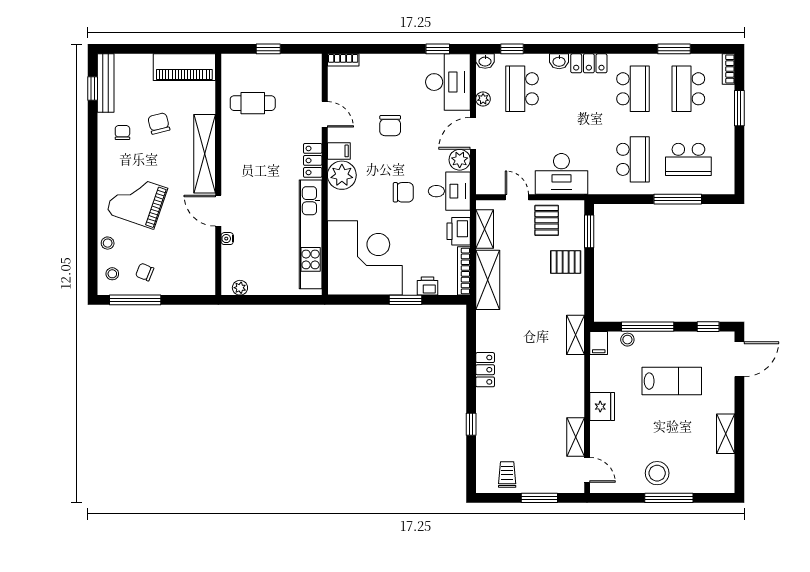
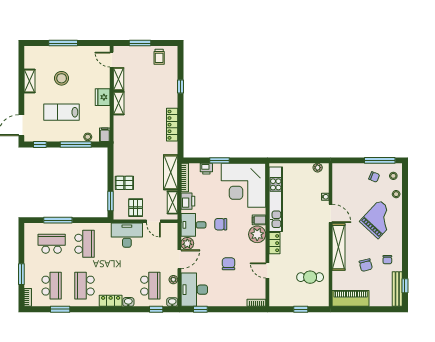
filing cabinet: (339, 151) -> (259, 220), moved
school desk: (633, 159) -> (85, 244), turned 180
grand piano: (137, 201) -> (379, 219), turned -66
shelving: (575, 335) -> (119, 103), moved
locker: (485, 370) -> (172, 125), width x1.53
stool: (657, 473) -> (62, 78), moved

